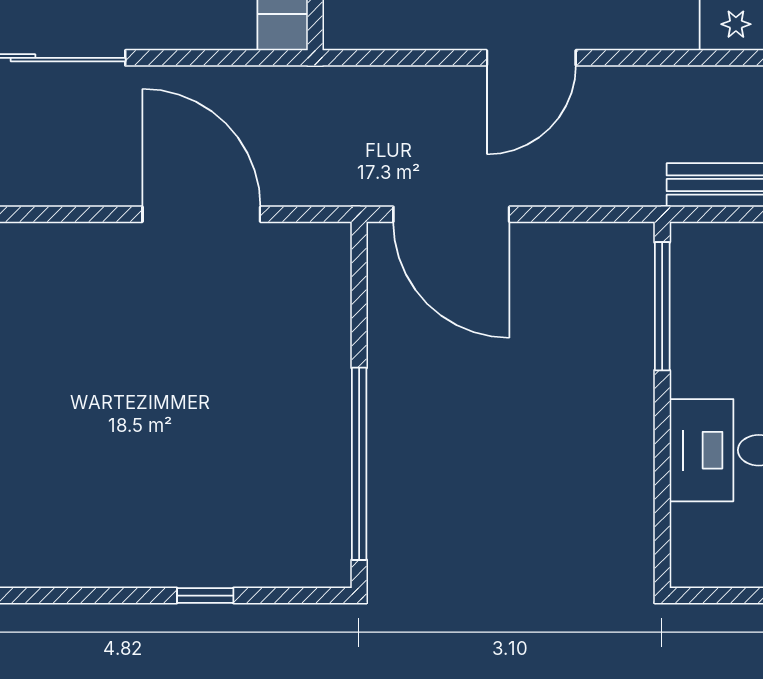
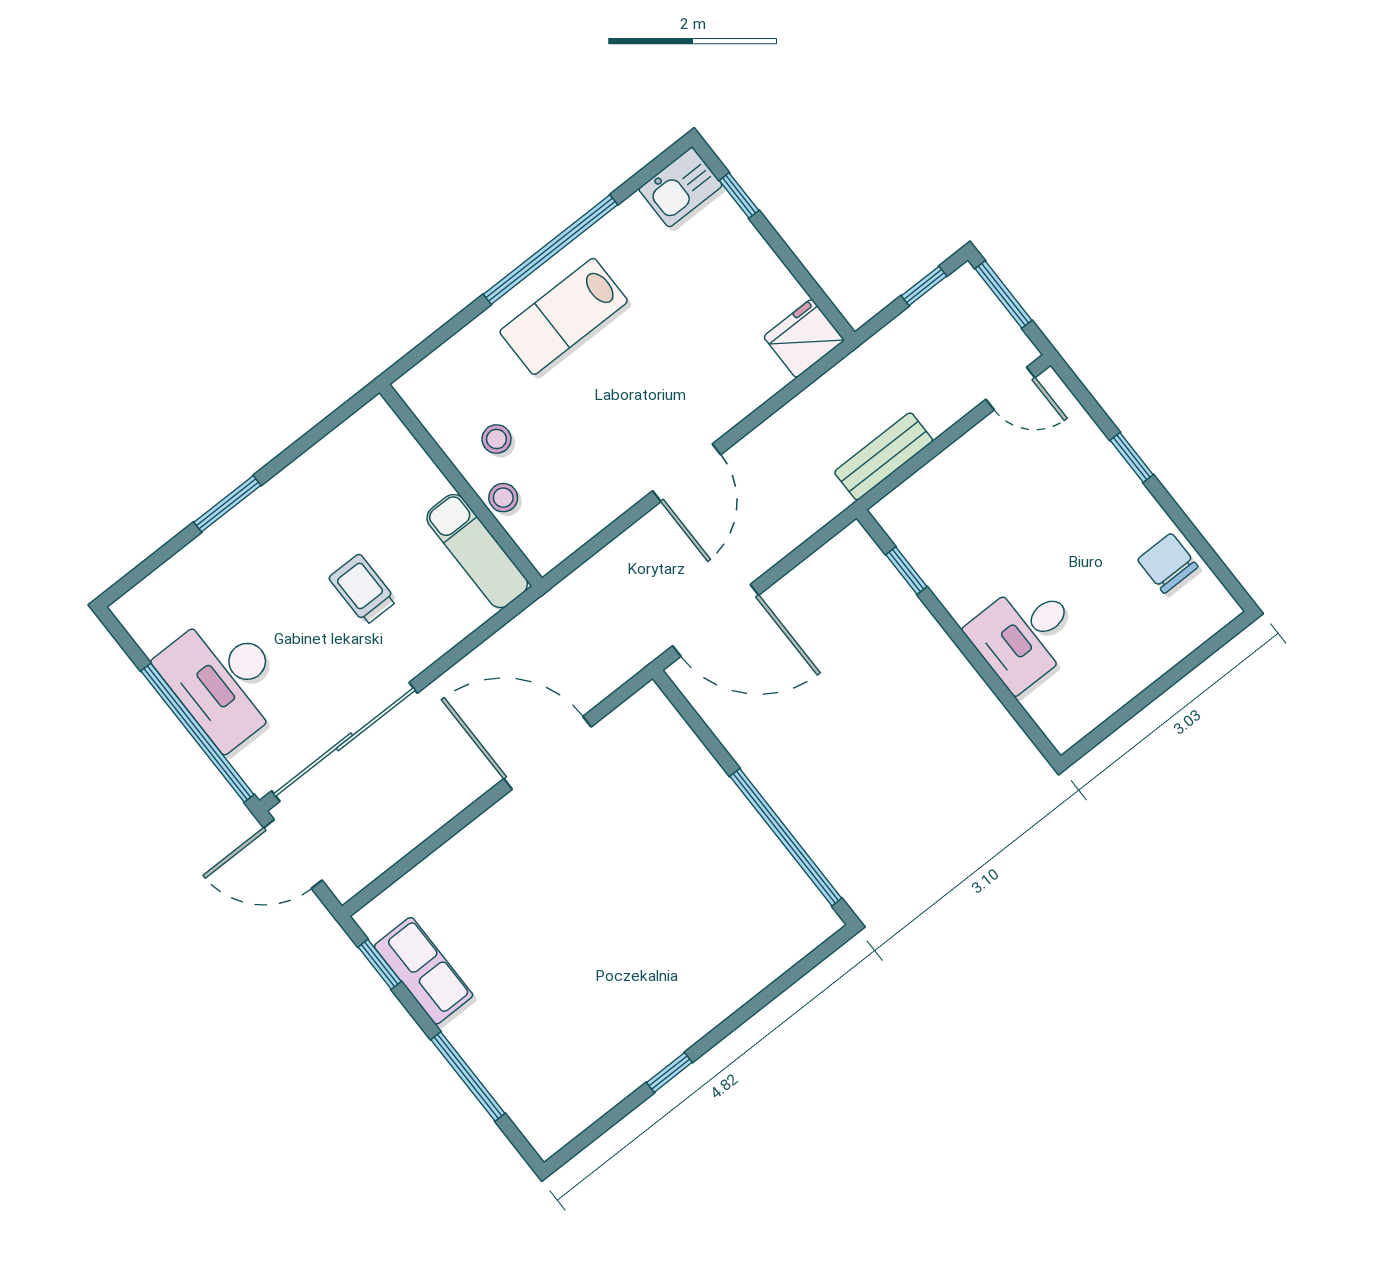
window: (662, 306) -> (906, 571), width x0.46
window: (205, 596) -> (669, 1072), moved

